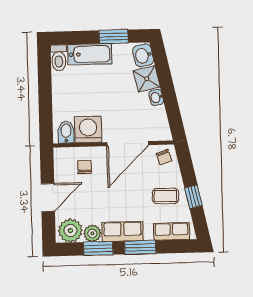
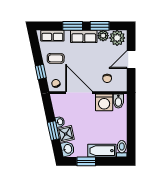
window: (166, 83) -> (53, 131), added
door: (128, 144) -> (79, 93), hinge flipped
window: (194, 197) -> (41, 72), moved

